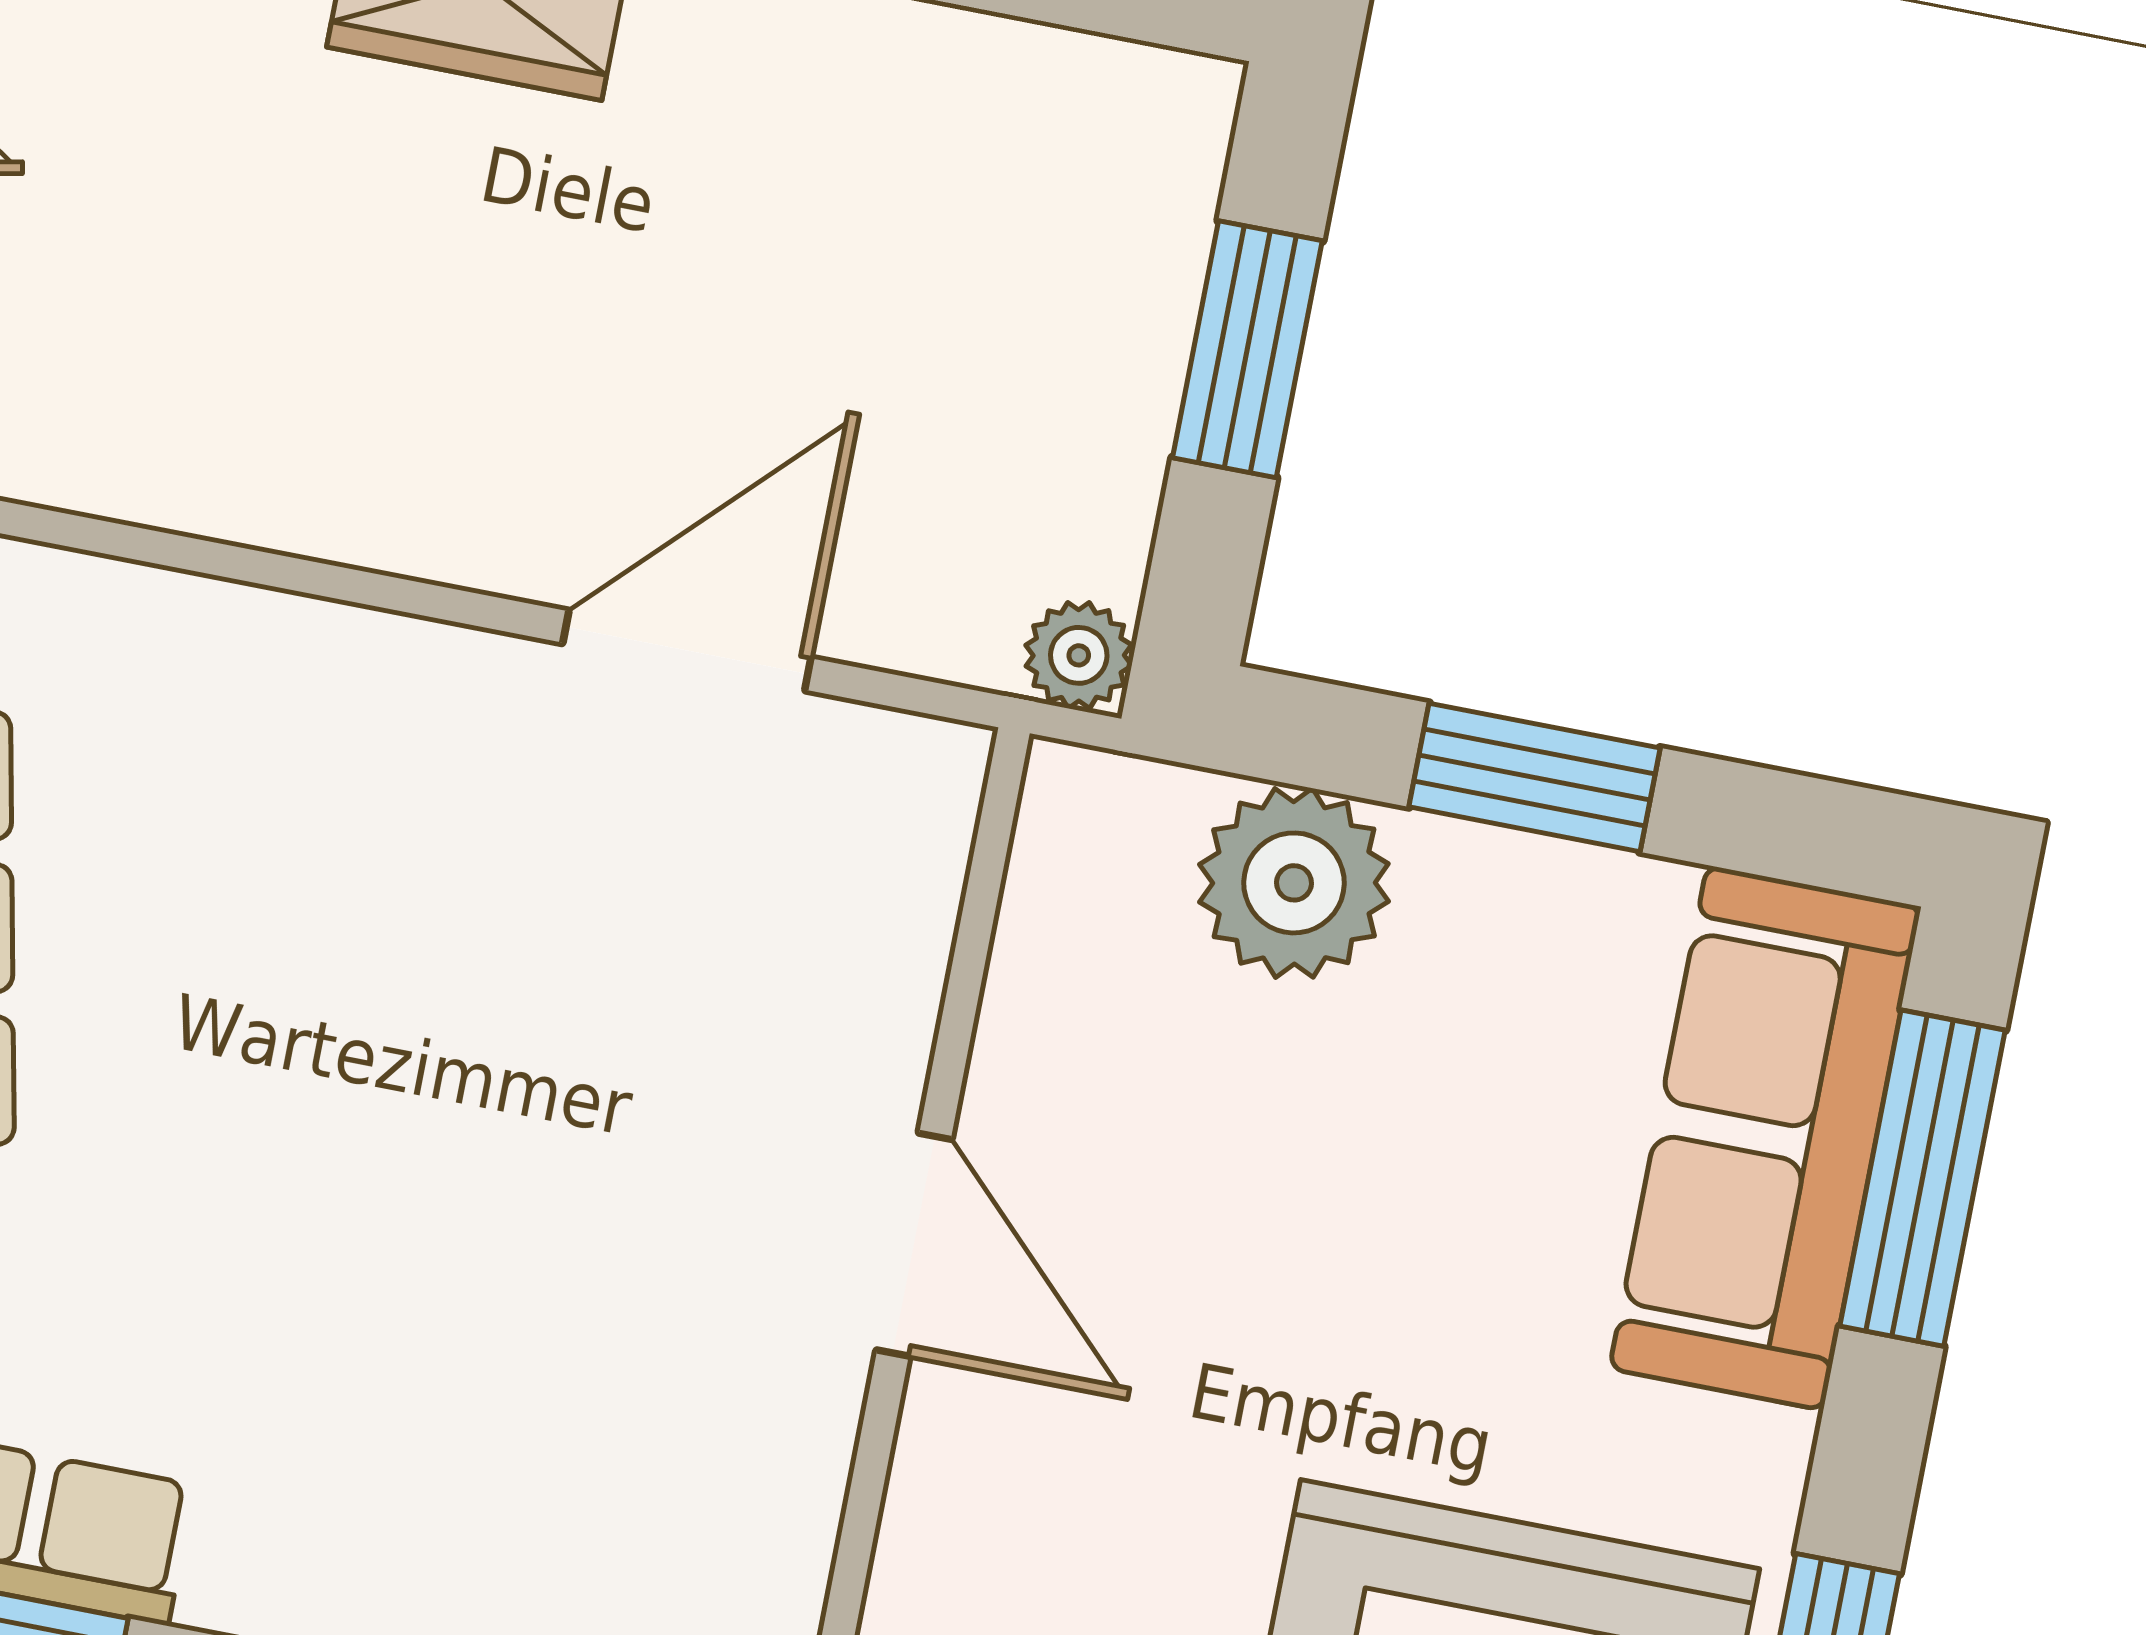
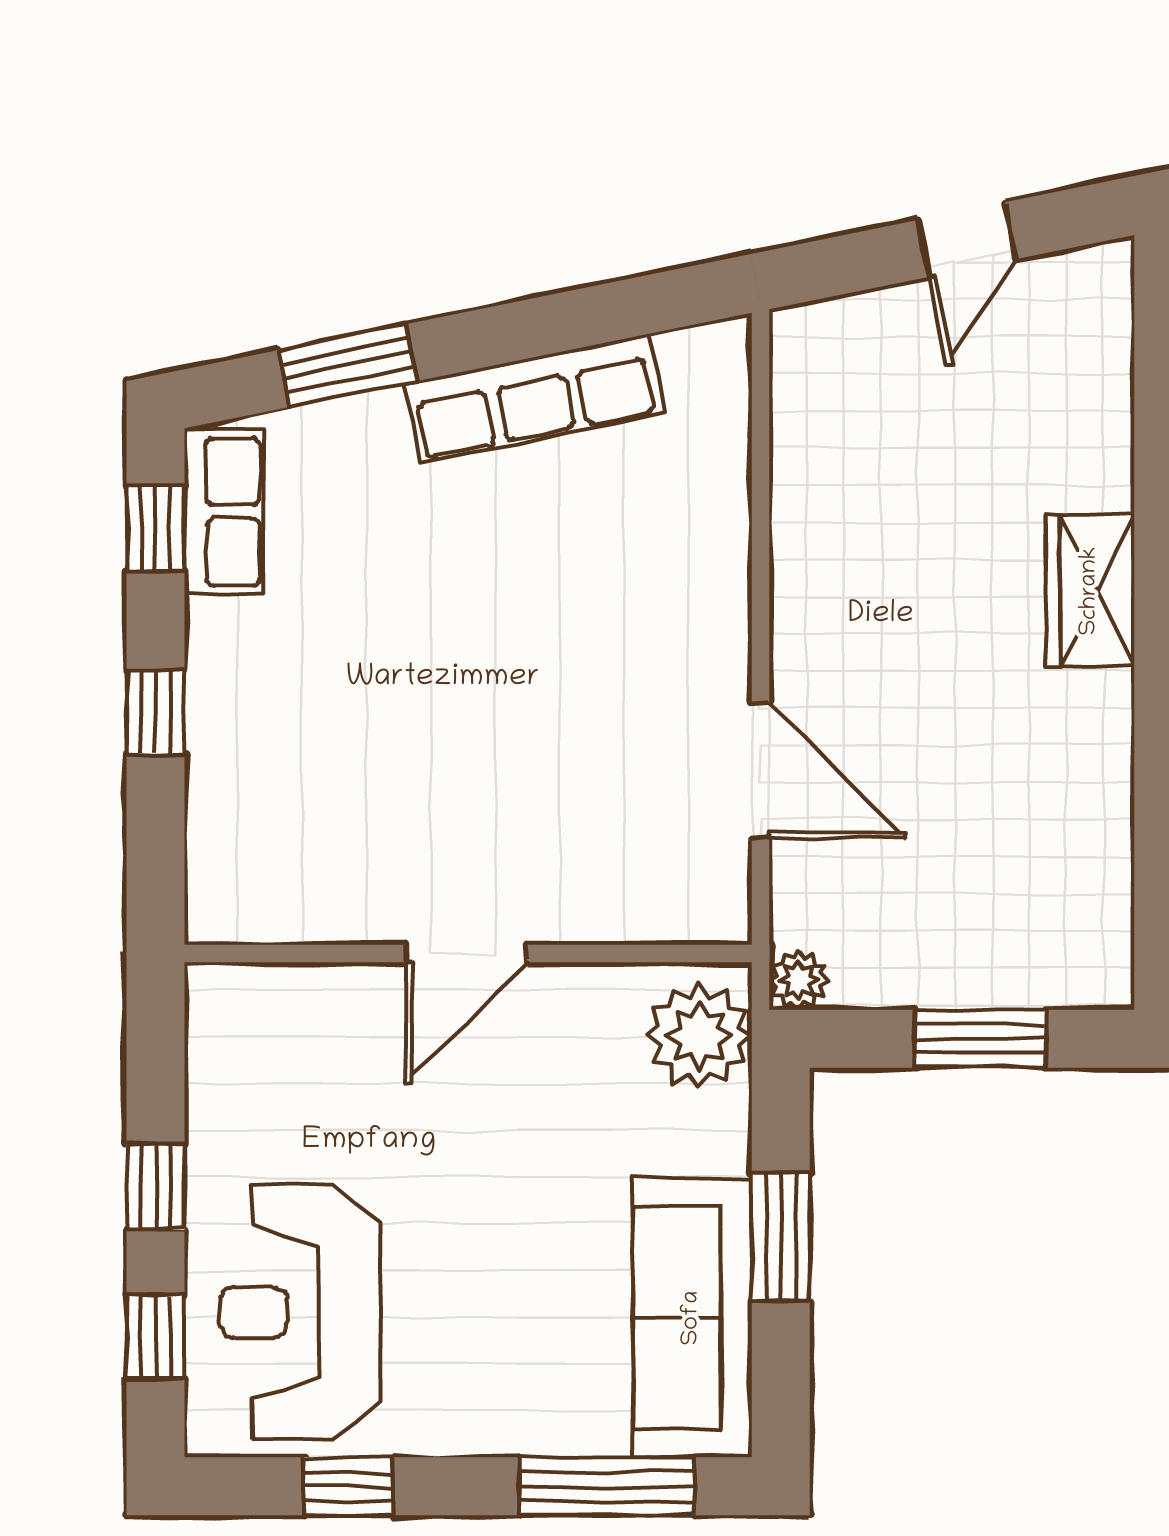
plant: (1294, 883) -> (699, 1036), moved
sofa: (1765, 1138) -> (692, 1318), moved, turned -90

